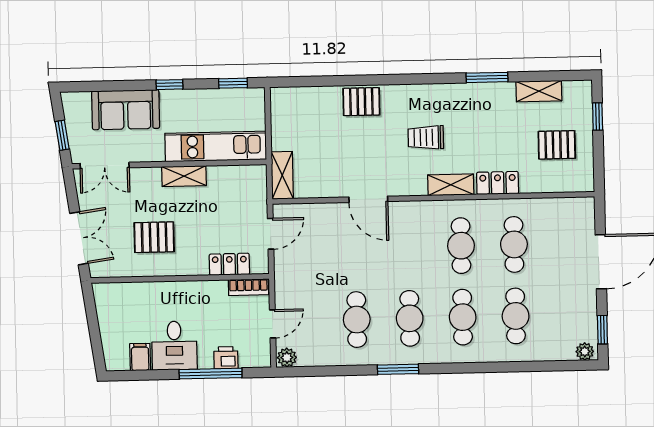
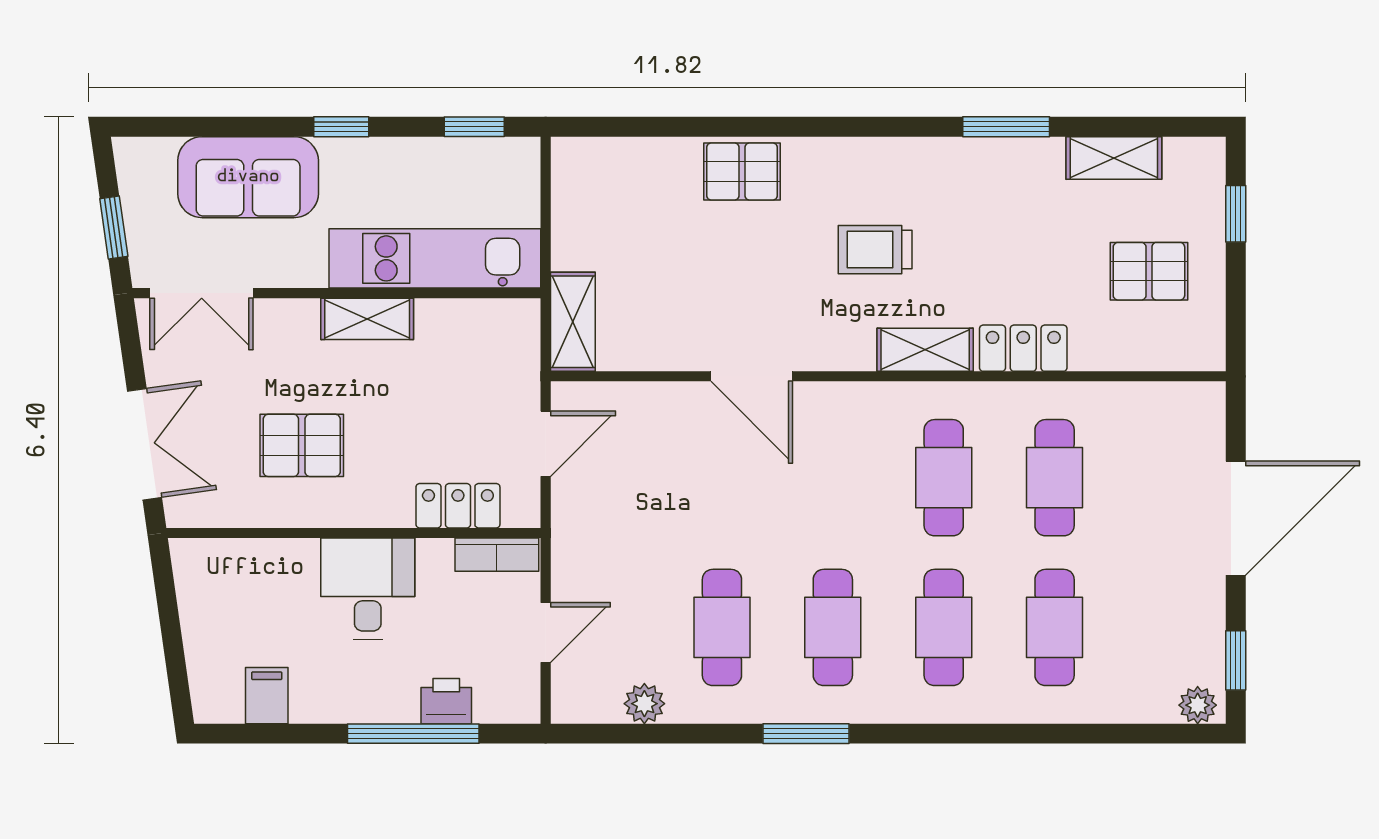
desk: (174, 346) -> (368, 589), moved, turned 180
plant: (287, 358) -> (644, 704), moved

